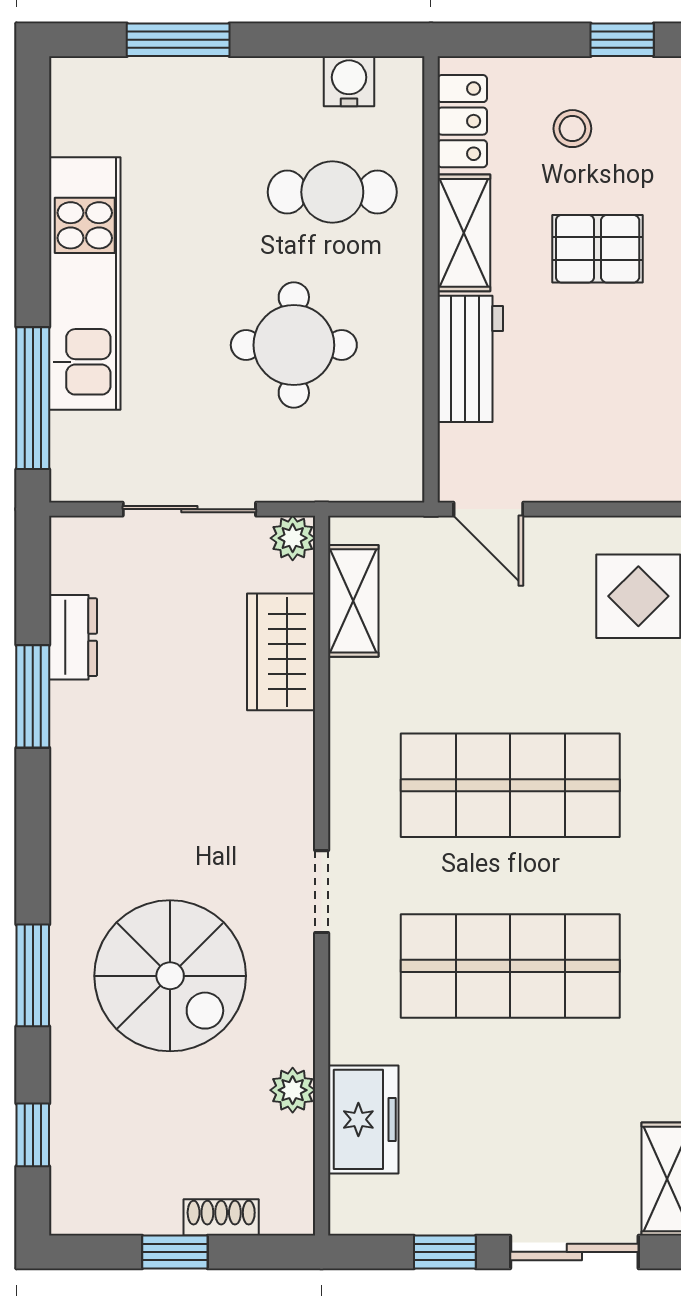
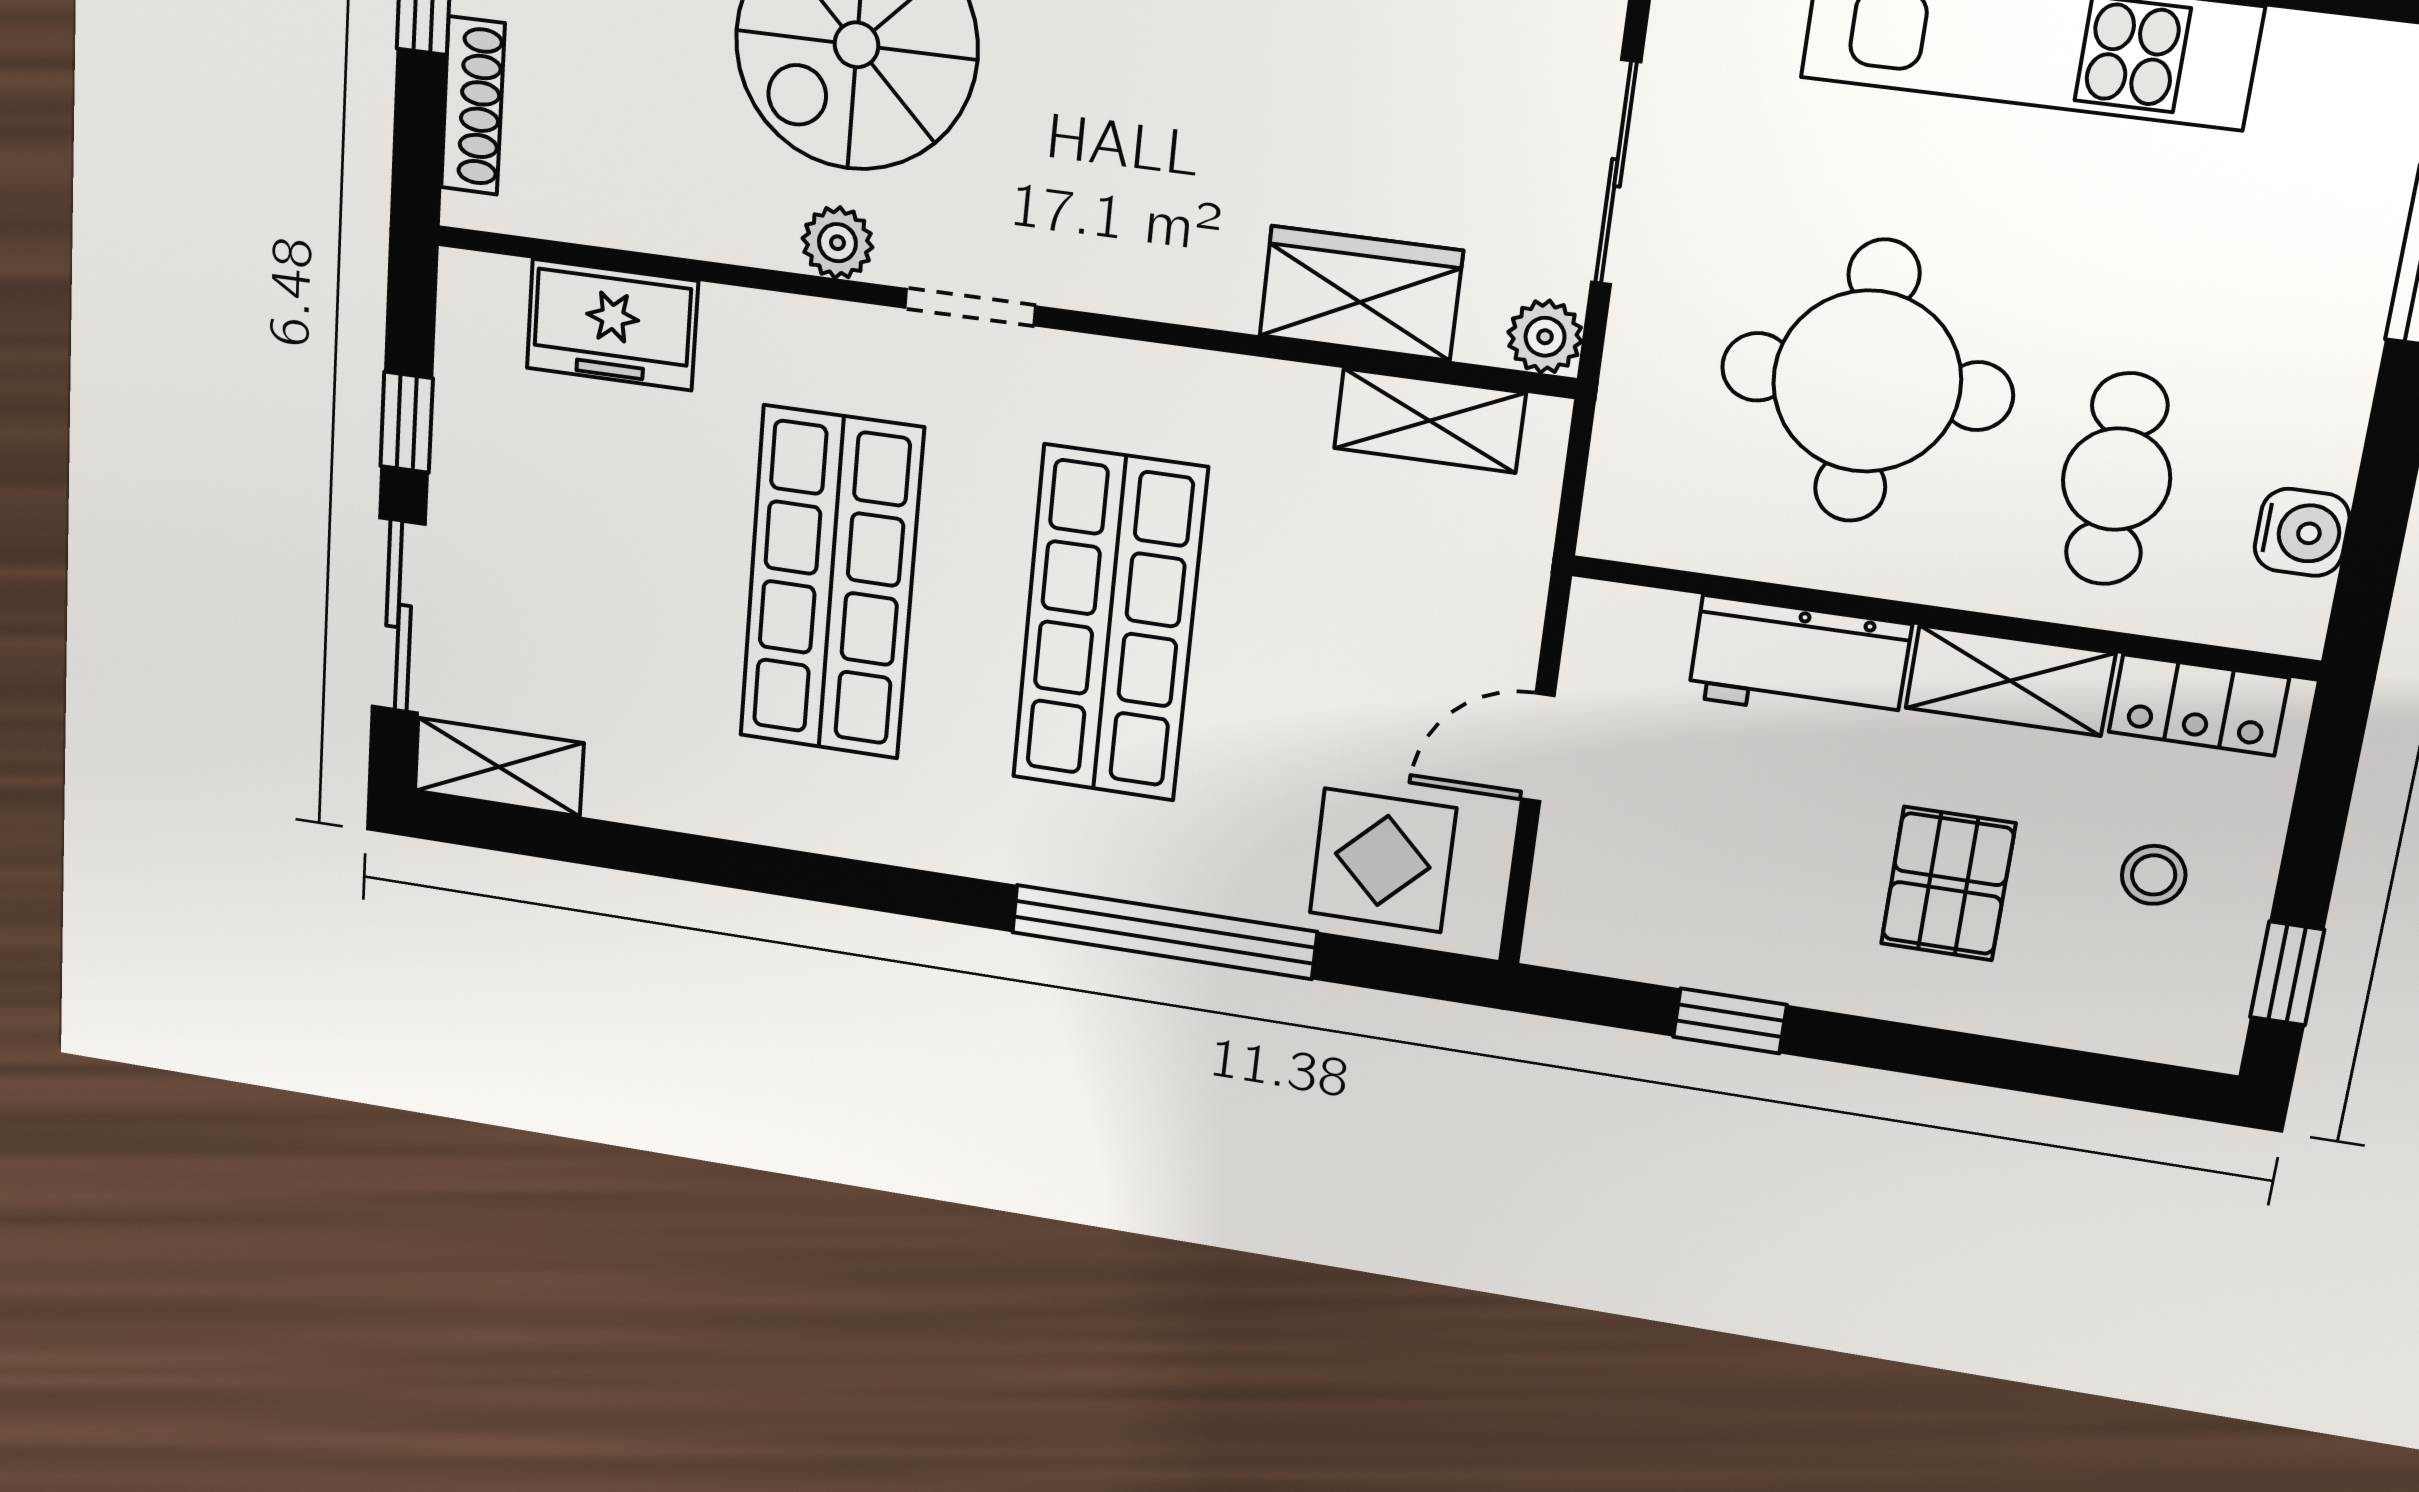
round table: (294, 345) -> (1867, 381), width x1.36, depth x1.36
door: (488, 509) -> (1538, 748), moved
plant: (293, 1090) -> (837, 243), moved
shoe rack: (221, 1217) -> (473, 106), width x1.43

